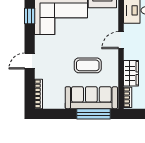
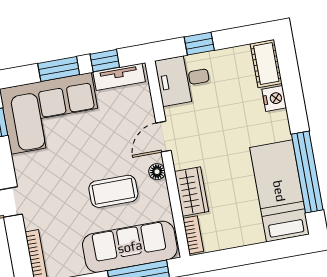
floor lamp: (114, 59) -> (157, 172), added

